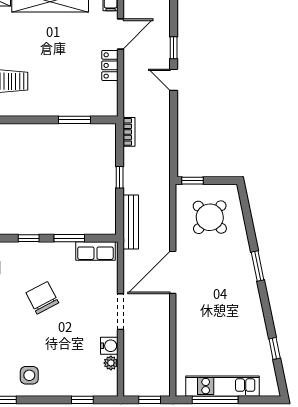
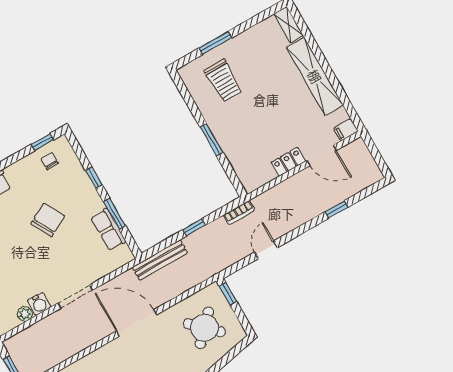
door: (174, 80) -> (266, 250), moved
window: (75, 120) -> (212, 140), moved
row of seats: (95, 251) -> (108, 229), moved

